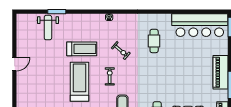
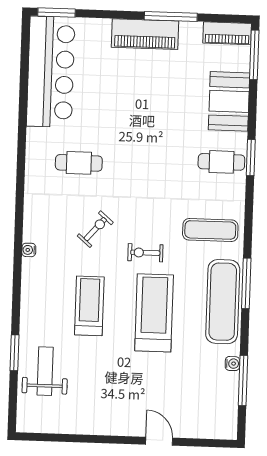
weight bench: (48, 28) -> (45, 371), turned -90
door: (14, 64) -> (159, 441), moved
treadmill: (79, 82) -> (154, 313), turned 90

